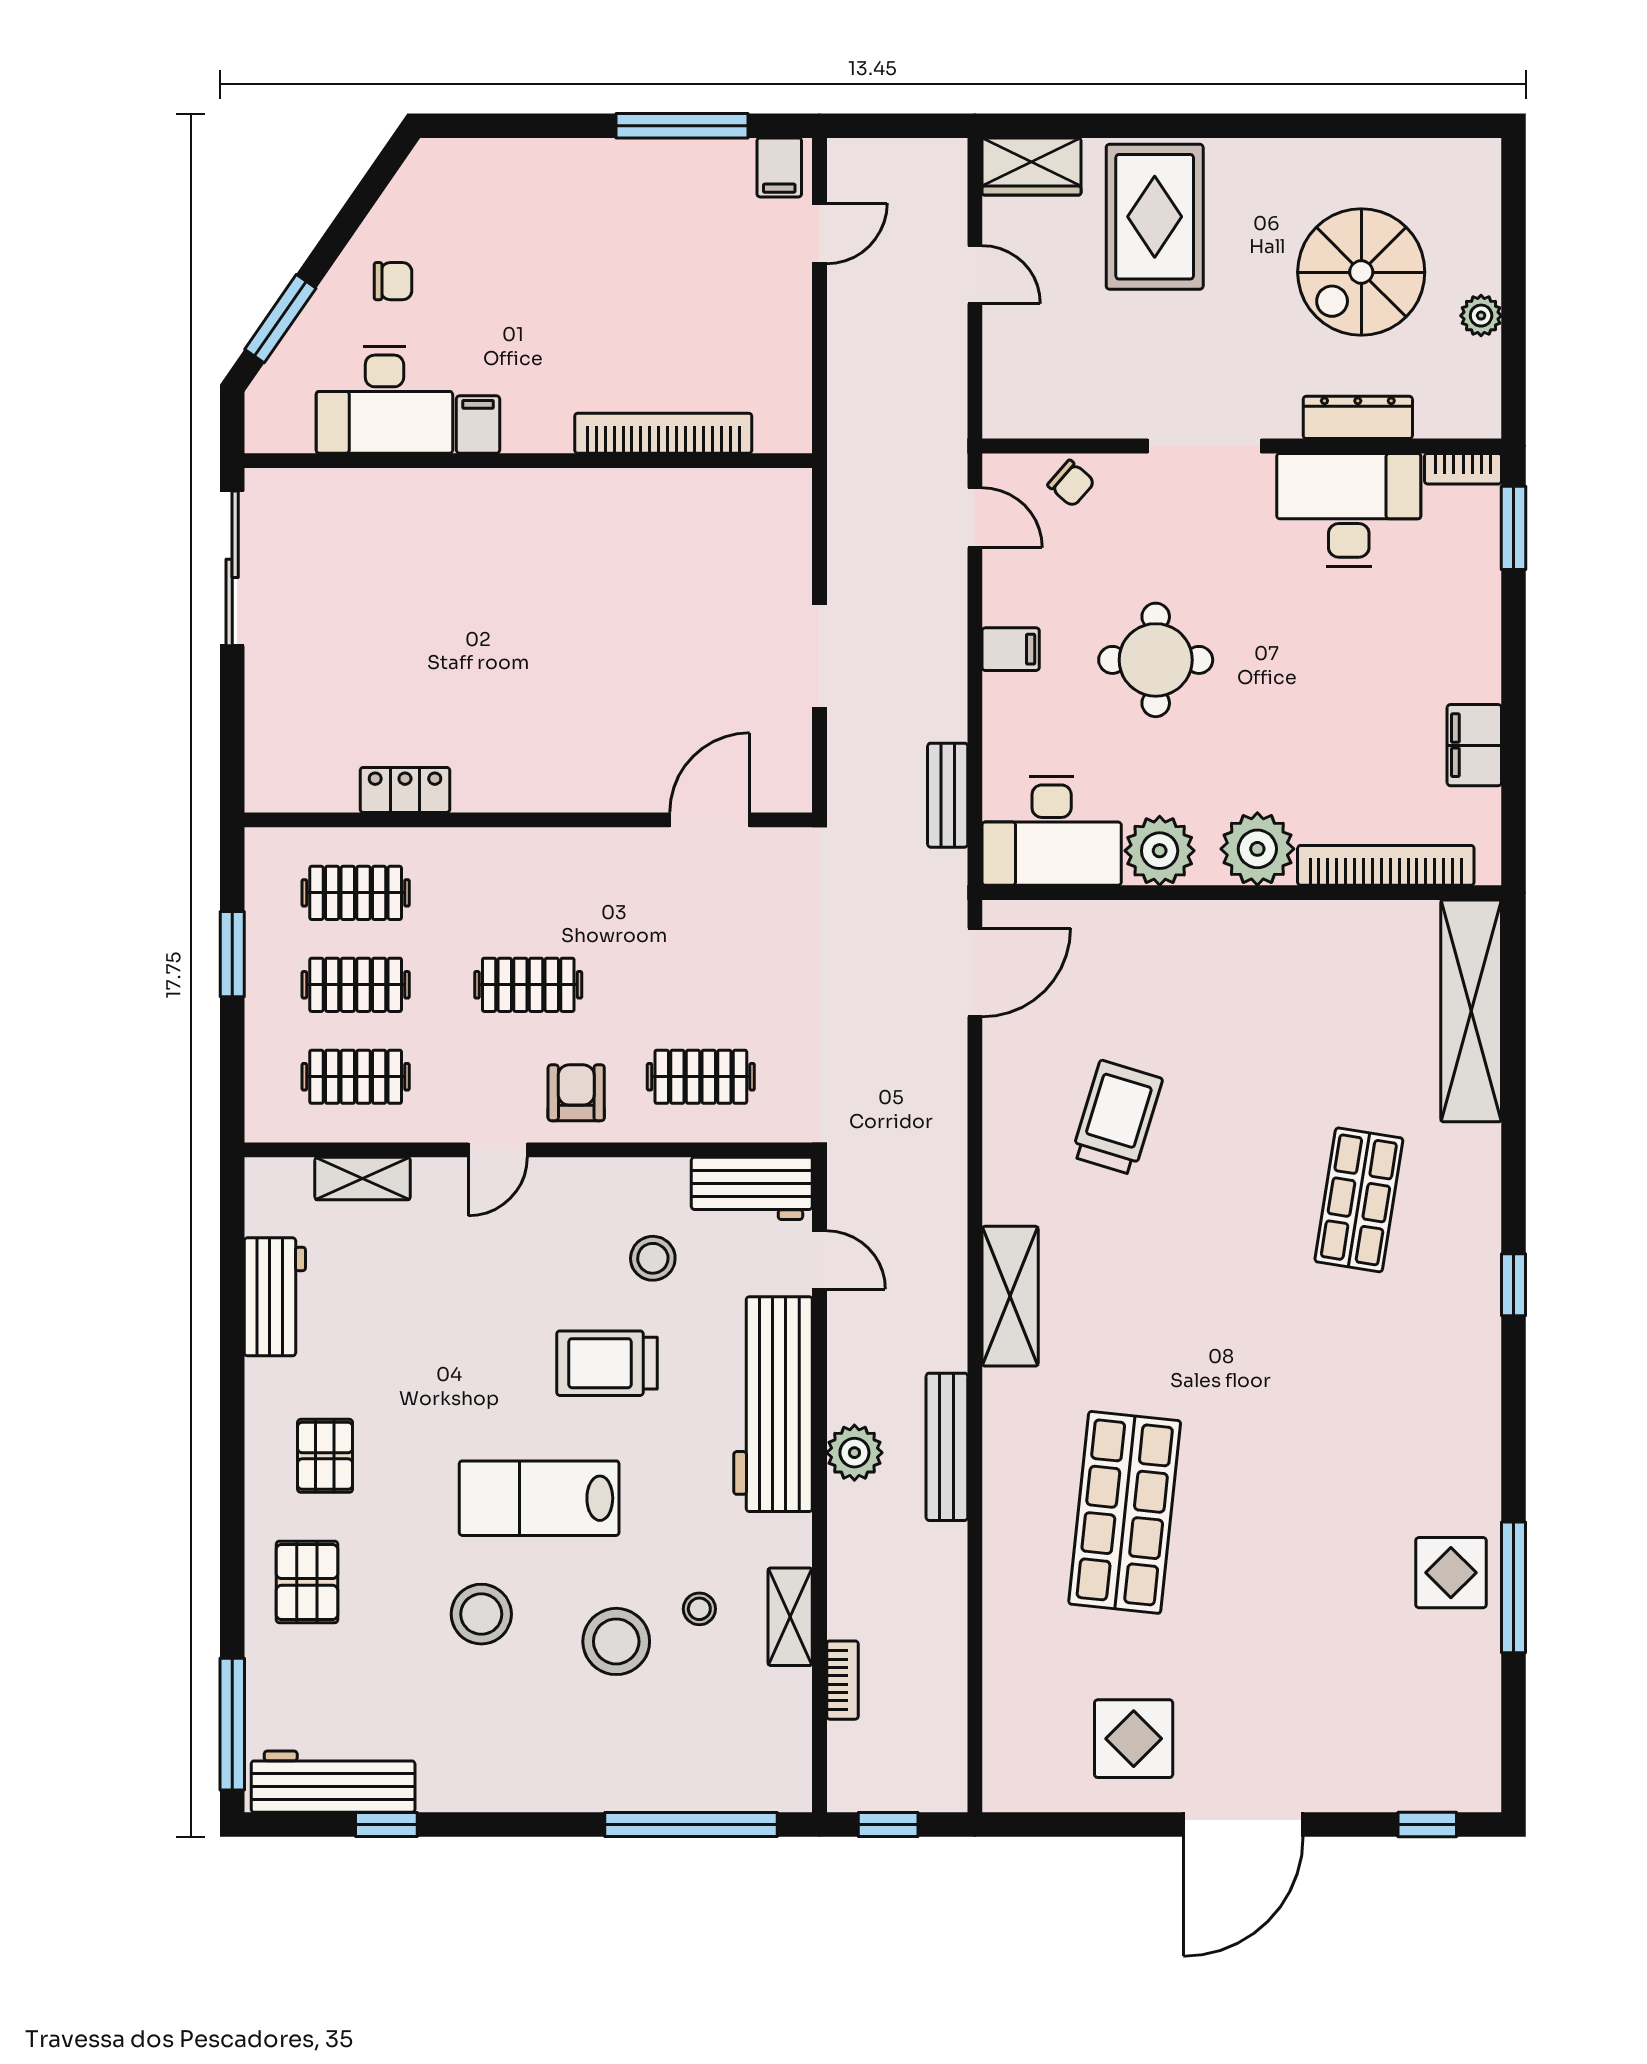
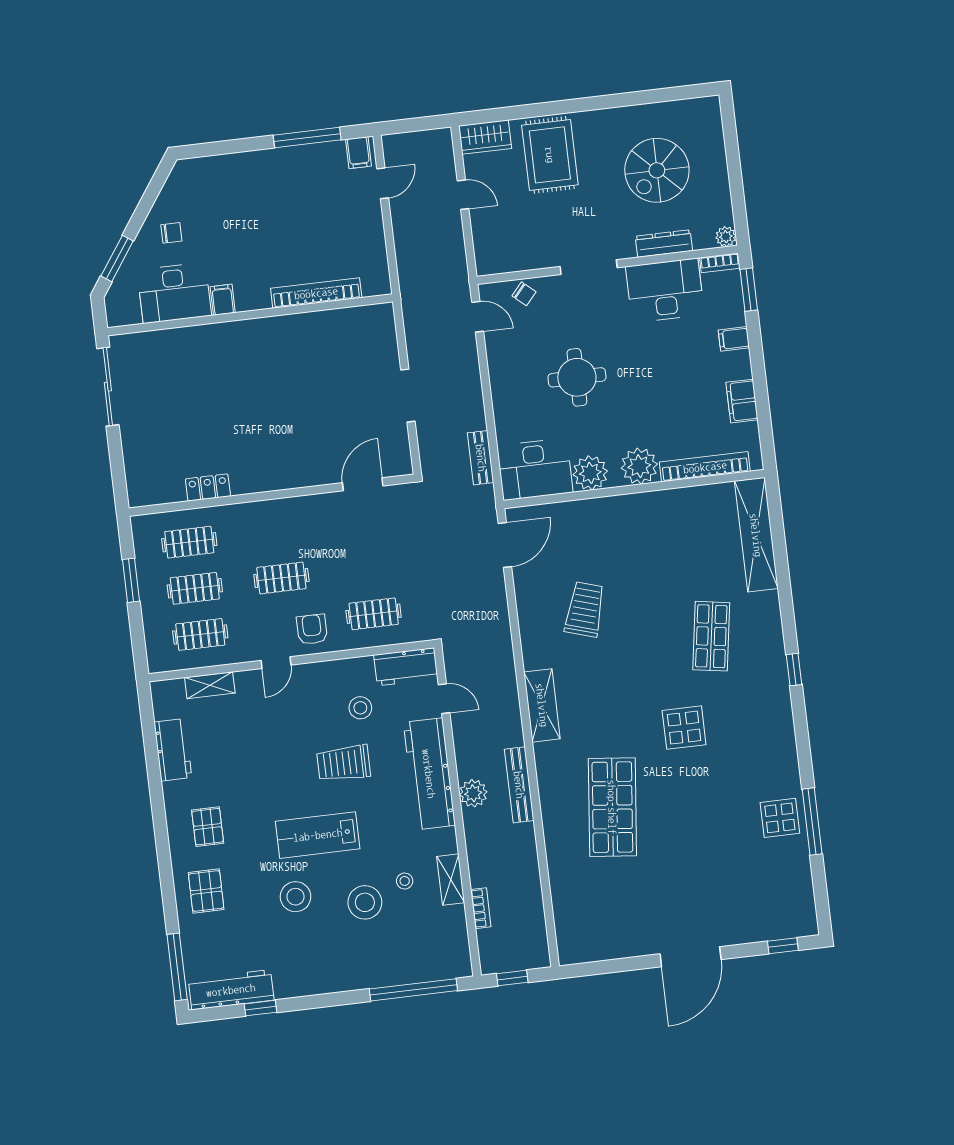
plant: (1481, 316) -> (726, 237), moved
filing cabinet: (1011, 649) -> (734, 339), moved, turned 180
display table: (1134, 1739) -> (684, 728), moved

